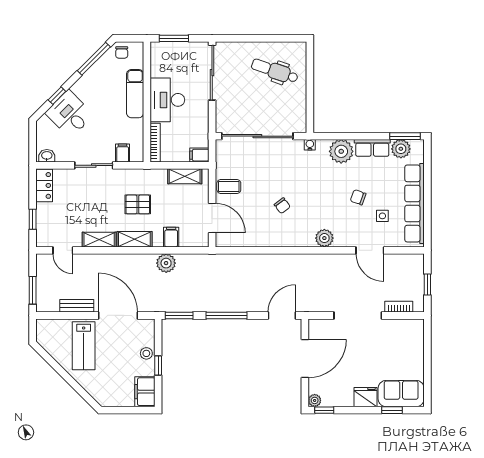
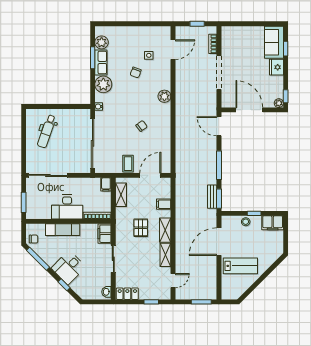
desk: (69, 114) -> (69, 268), moved
window: (405, 136) -> (93, 58), moved
filing cabinet: (123, 153) -> (105, 234), width x2.00
row of seats: (415, 203) -> (140, 33), removed
door: (370, 250) -> (173, 50), moved
plant: (166, 263) -> (182, 208), removed
bench: (77, 306) -> (212, 197), moved

